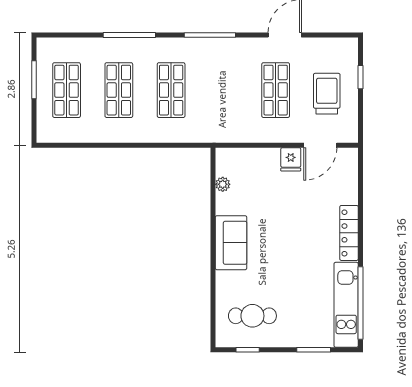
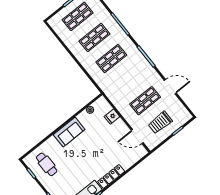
trolley: (327, 94) -> (160, 123), turned 180
fridge: (291, 159) -> (112, 117), moved

